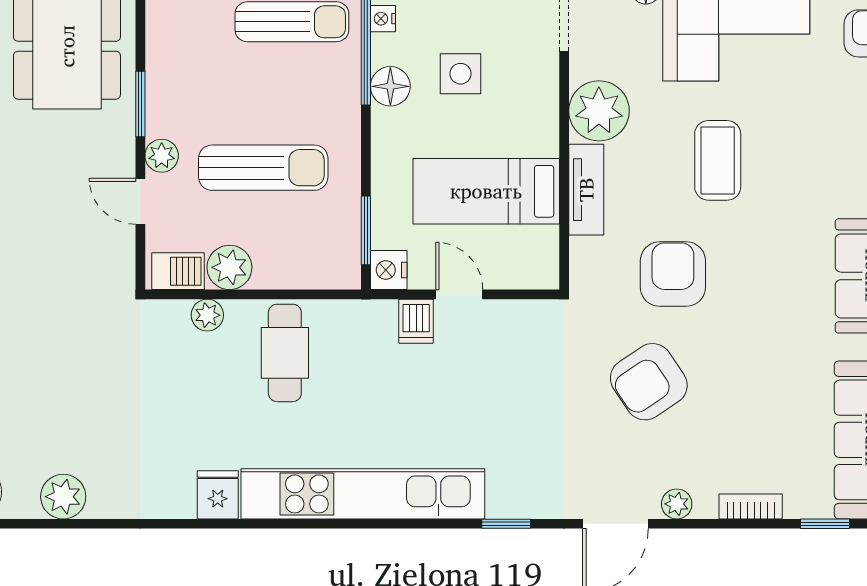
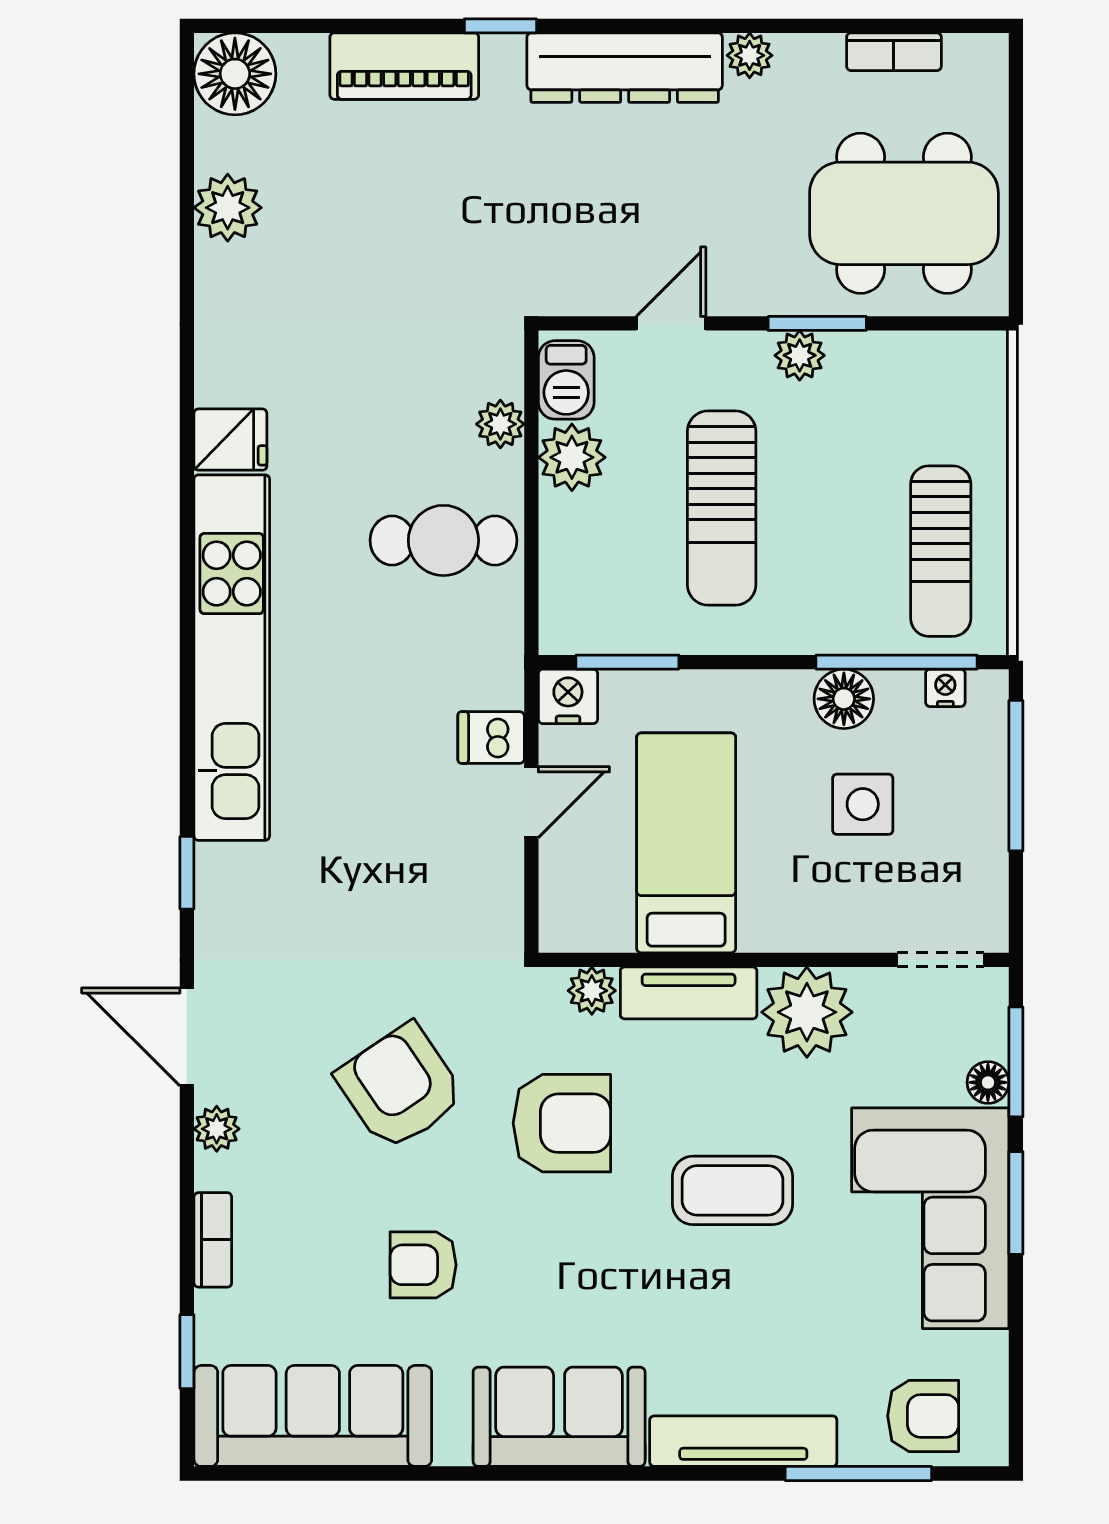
plant: (162, 156) -> (800, 355), moved
plant: (585, 254) -> (592, 991), added
armchair: (767, 366) -> (423, 1265), added

